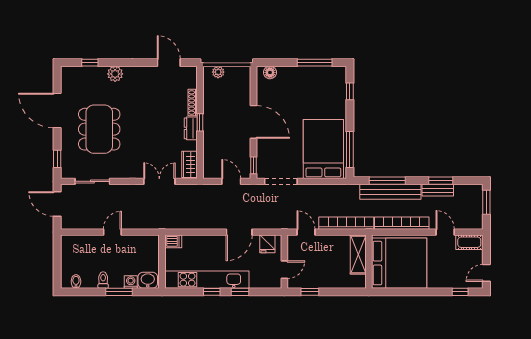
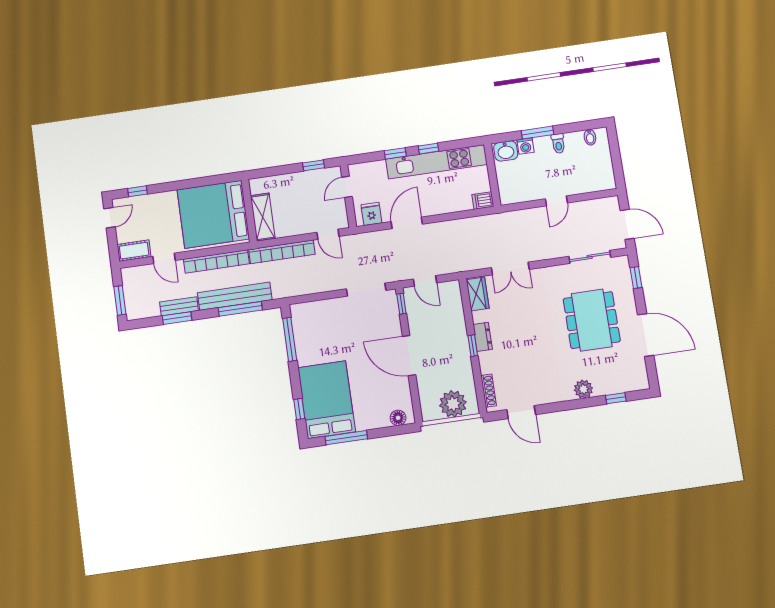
plant: (218, 72) -> (453, 404), width x1.88, depth x1.88
shoe rack: (193, 102) -> (489, 391), moved
bed: (323, 149) -> (327, 400), moved, turned 180

